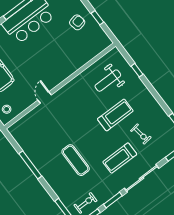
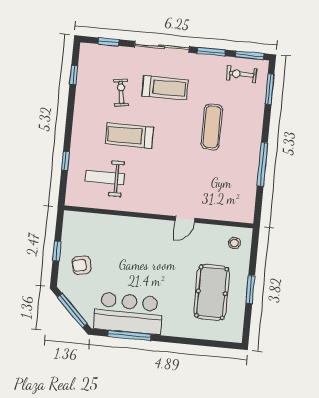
weight bench: (108, 81) -> (105, 178), turned 180

